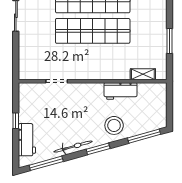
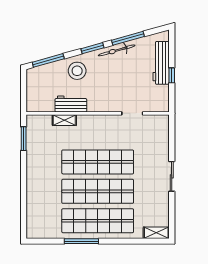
window: (170, 41) -> (24, 139), moved
shelving: (143, 74) -> (64, 120), moved
workbench: (27, 140) -> (161, 63), width x1.38
window: (46, 163) -> (128, 38), moved

